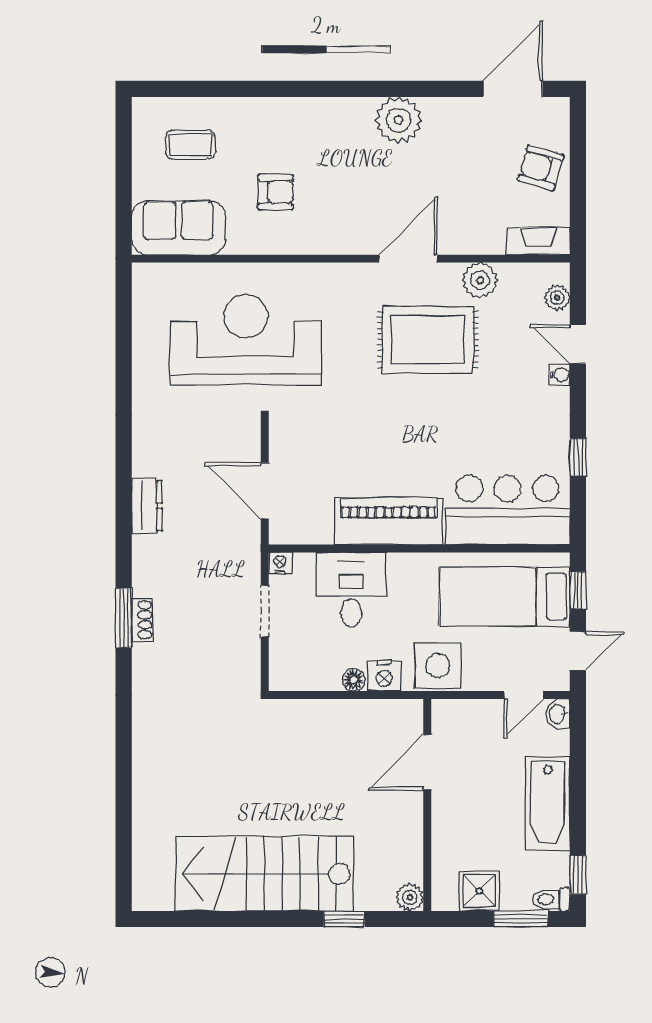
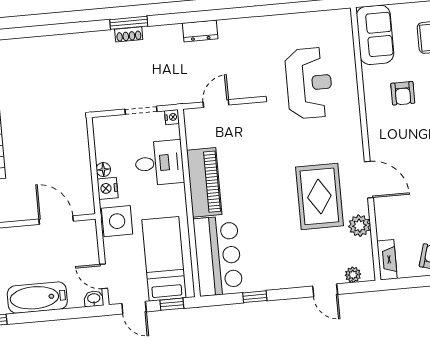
reception desk: (246, 340) -> (309, 83), width x0.74, depth x0.77
door: (578, 344) -> (325, 290), swing flipped
water cooler: (560, 375) -> (305, 281), removed
door: (265, 491) -> (216, 104), width x0.73

